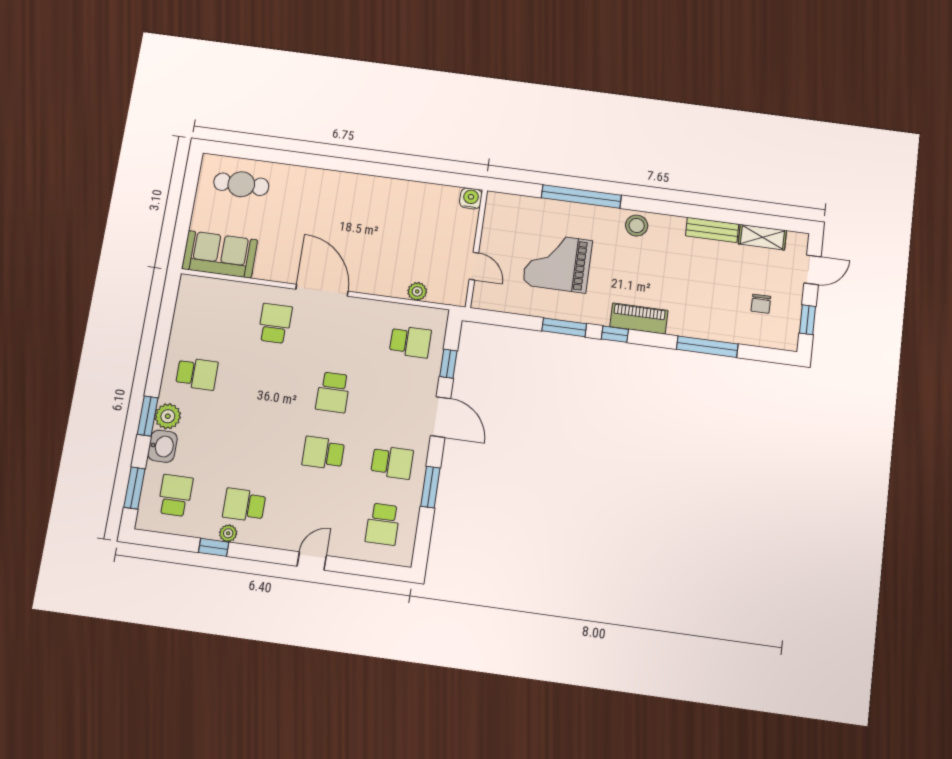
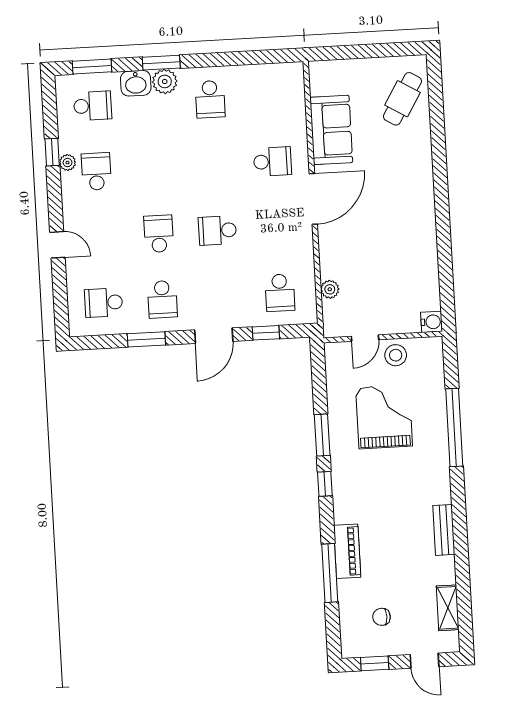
cafe table: (241, 184) -> (402, 99), turned 31
stool: (637, 226) -> (396, 355), moved
bench: (712, 230) -> (444, 530), moved
sofa: (220, 254) -> (331, 130), moved
piano: (639, 318) -> (347, 551), moved

